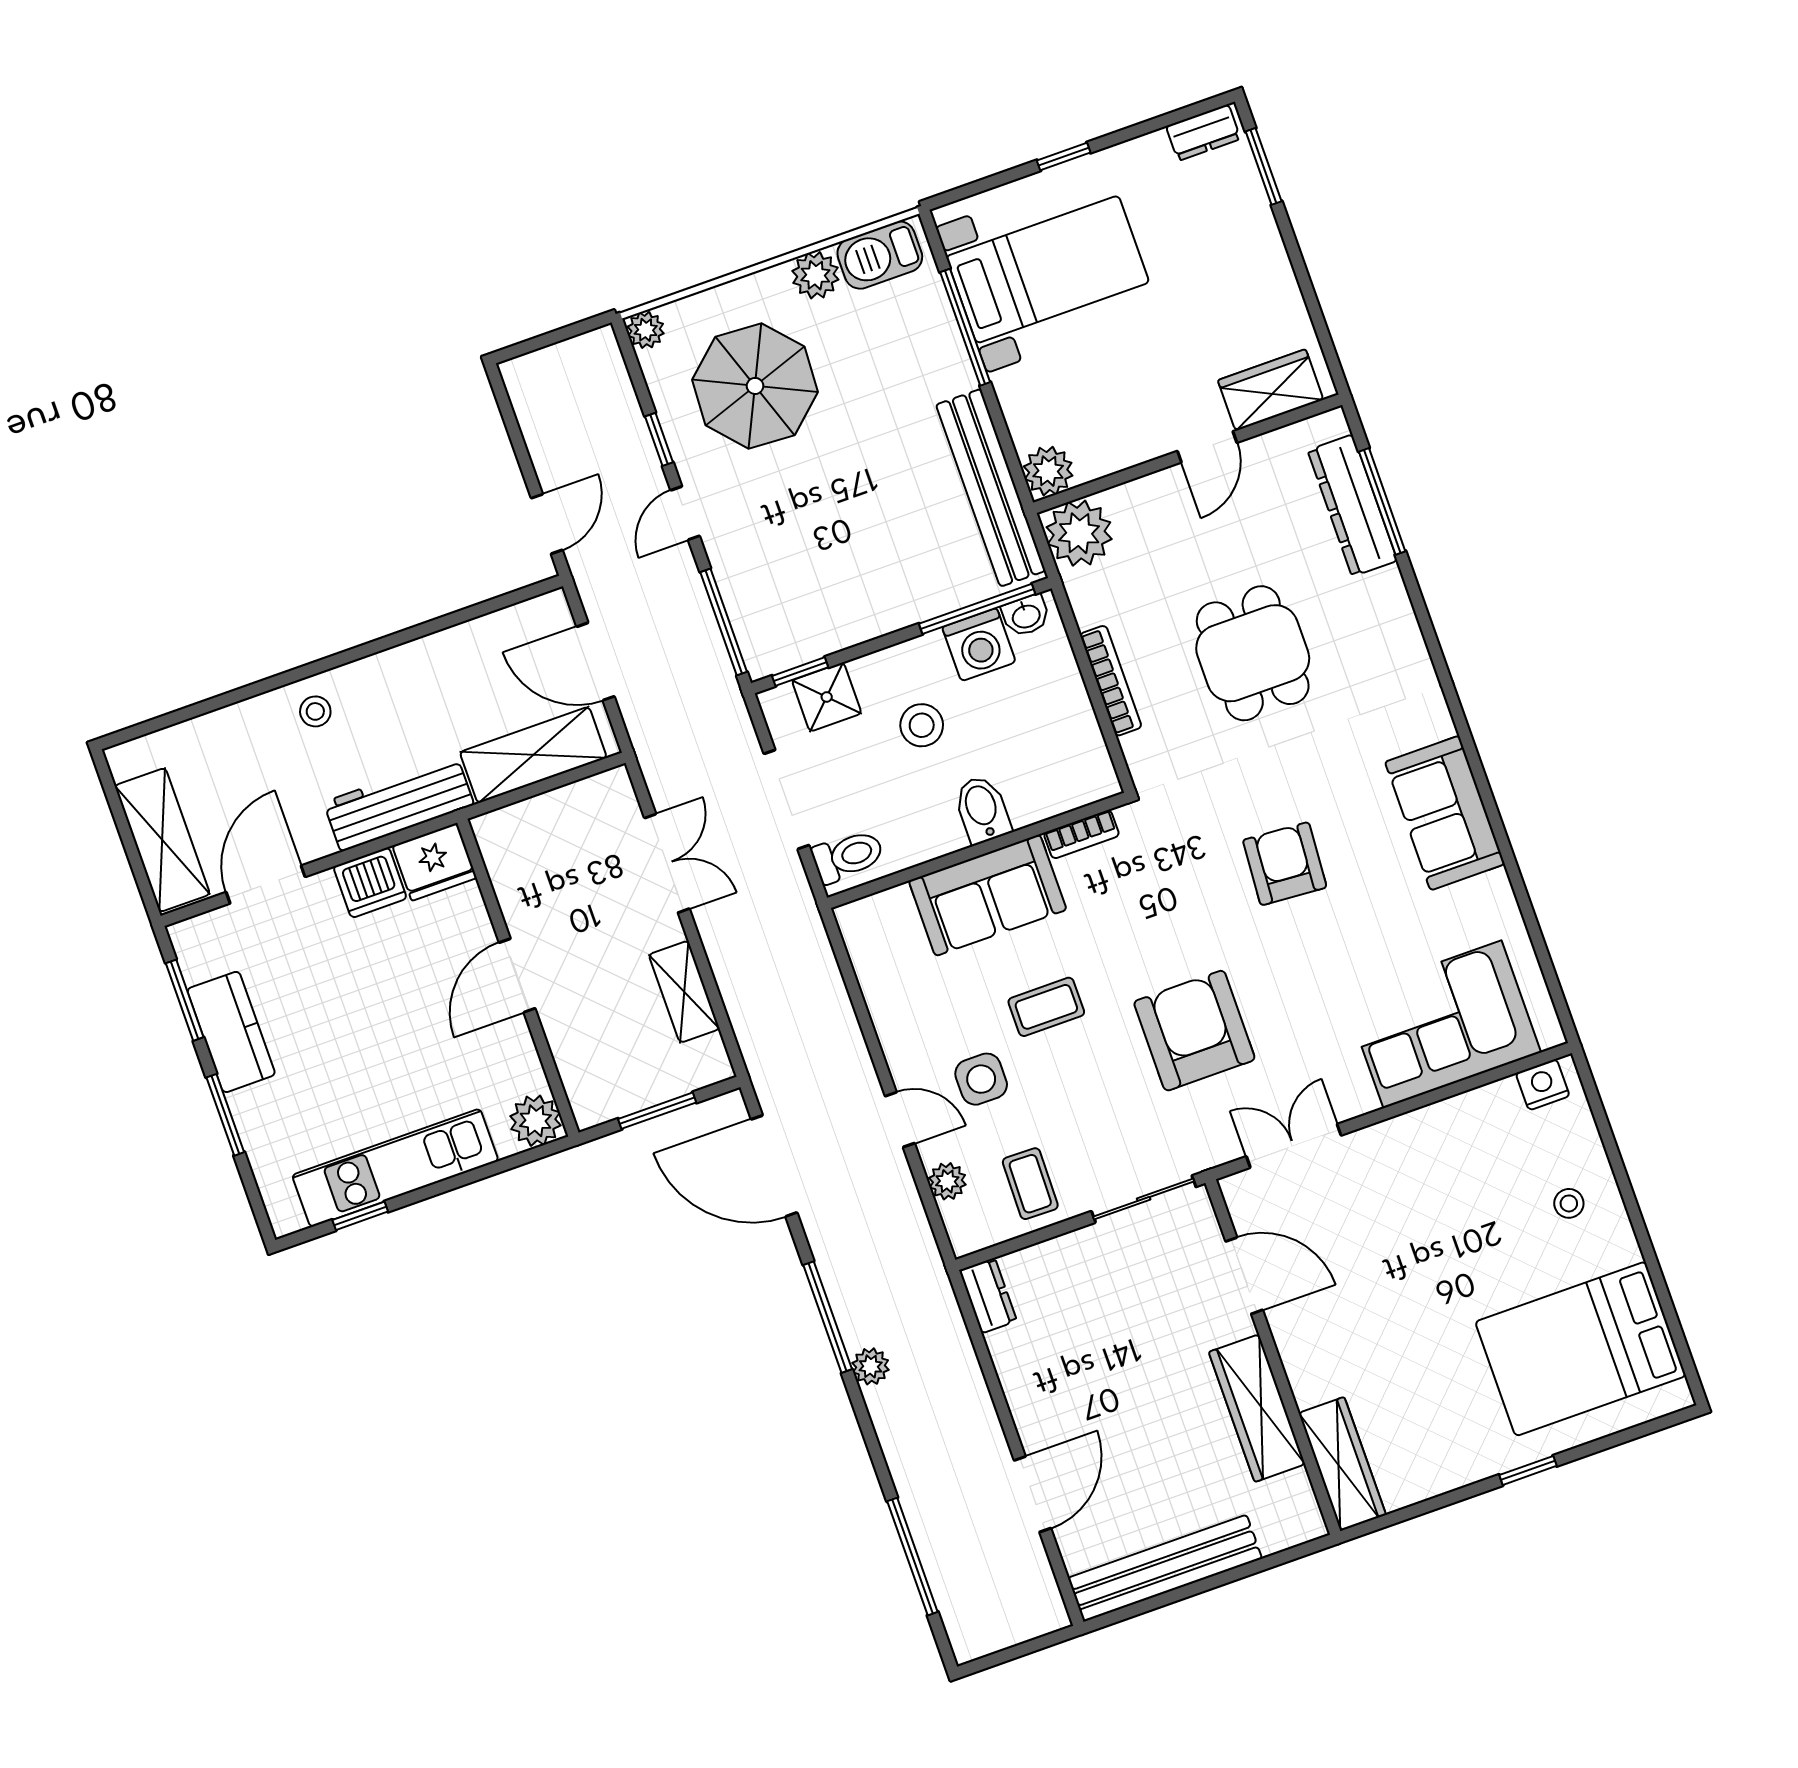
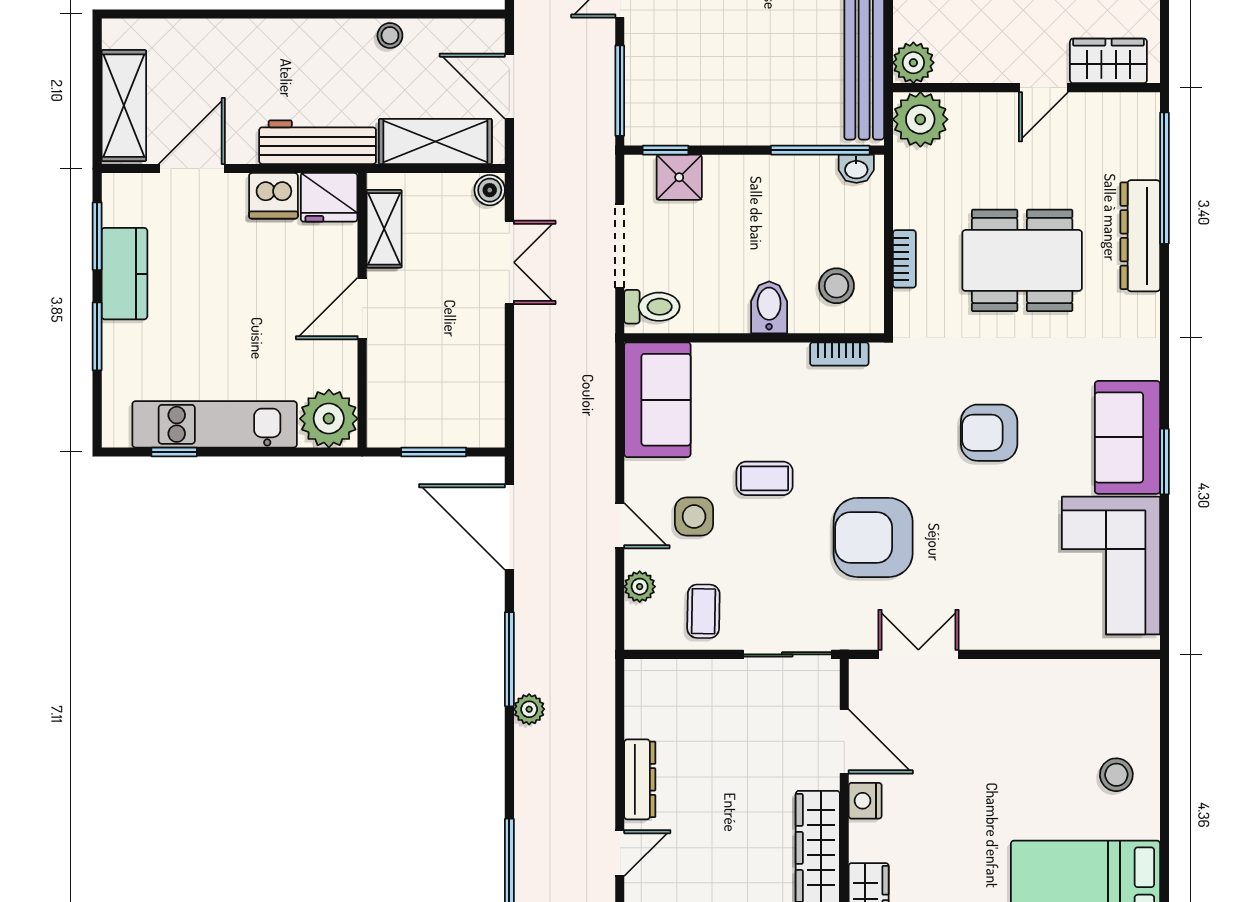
window: (1382, 501) -> (1164, 178), width x1.46
dresser: (1352, 505) -> (1140, 236), moved
washing machine: (979, 645) -> (812, 178), removed
dining table: (1253, 653) -> (1022, 260), width x1.38
bookcase: (1111, 681) -> (904, 259), width x0.64
stool: (315, 711) -> (390, 36), moved
stool: (922, 725) -> (837, 286), moved
boiler: (615, 788) -> (490, 190), added
window: (1497, 826) -> (1164, 461), added
armchair: (1285, 864) -> (989, 433), turned -94
sofa: (988, 895) -> (657, 400), moved, turned -90
shelving: (684, 992) -> (384, 229), moved
corner sofa: (1442, 1024) -> (1111, 566), moved, turned -90
armchair: (1194, 1031) -> (873, 537), turned -90
nightstand: (1543, 1085) -> (865, 801), moved, turned -90
plant: (536, 1121) -> (329, 419), width x1.36, depth x1.36
stool: (1569, 1203) -> (1116, 775), width x1.37, depth x1.37
dresser: (988, 1296) -> (640, 779), moved, width x1.44
door: (1033, 1494) -> (620, 853), width x0.73

